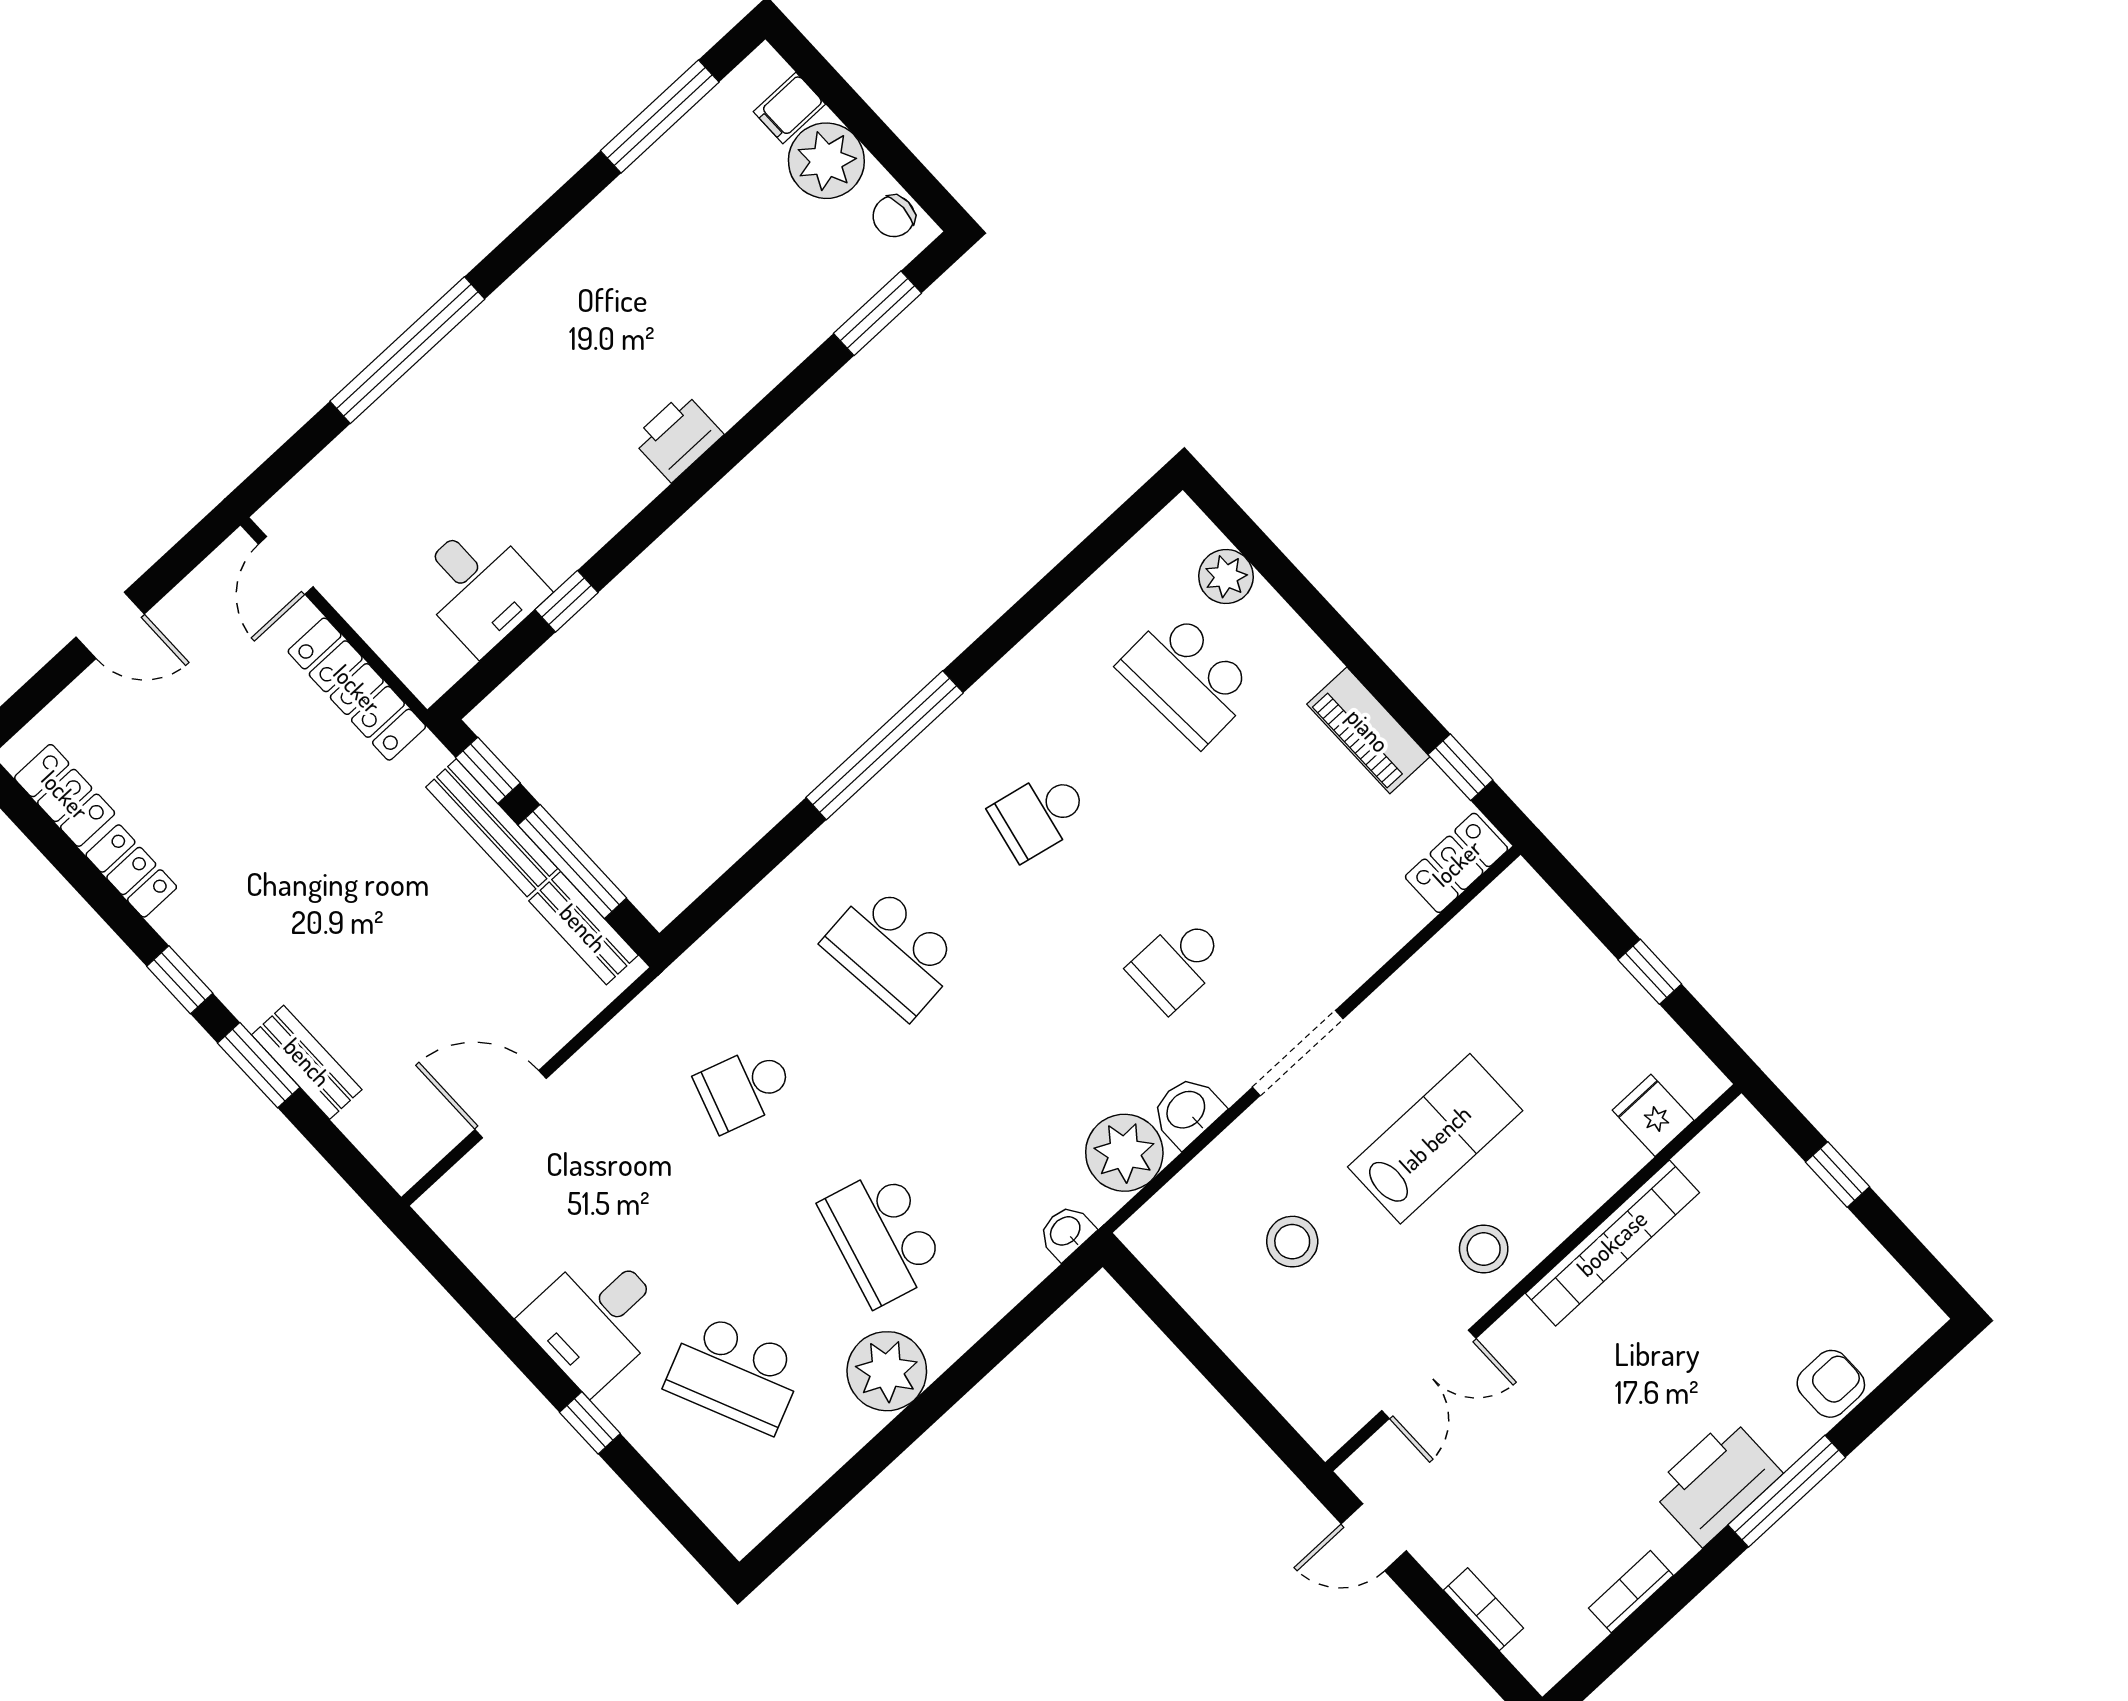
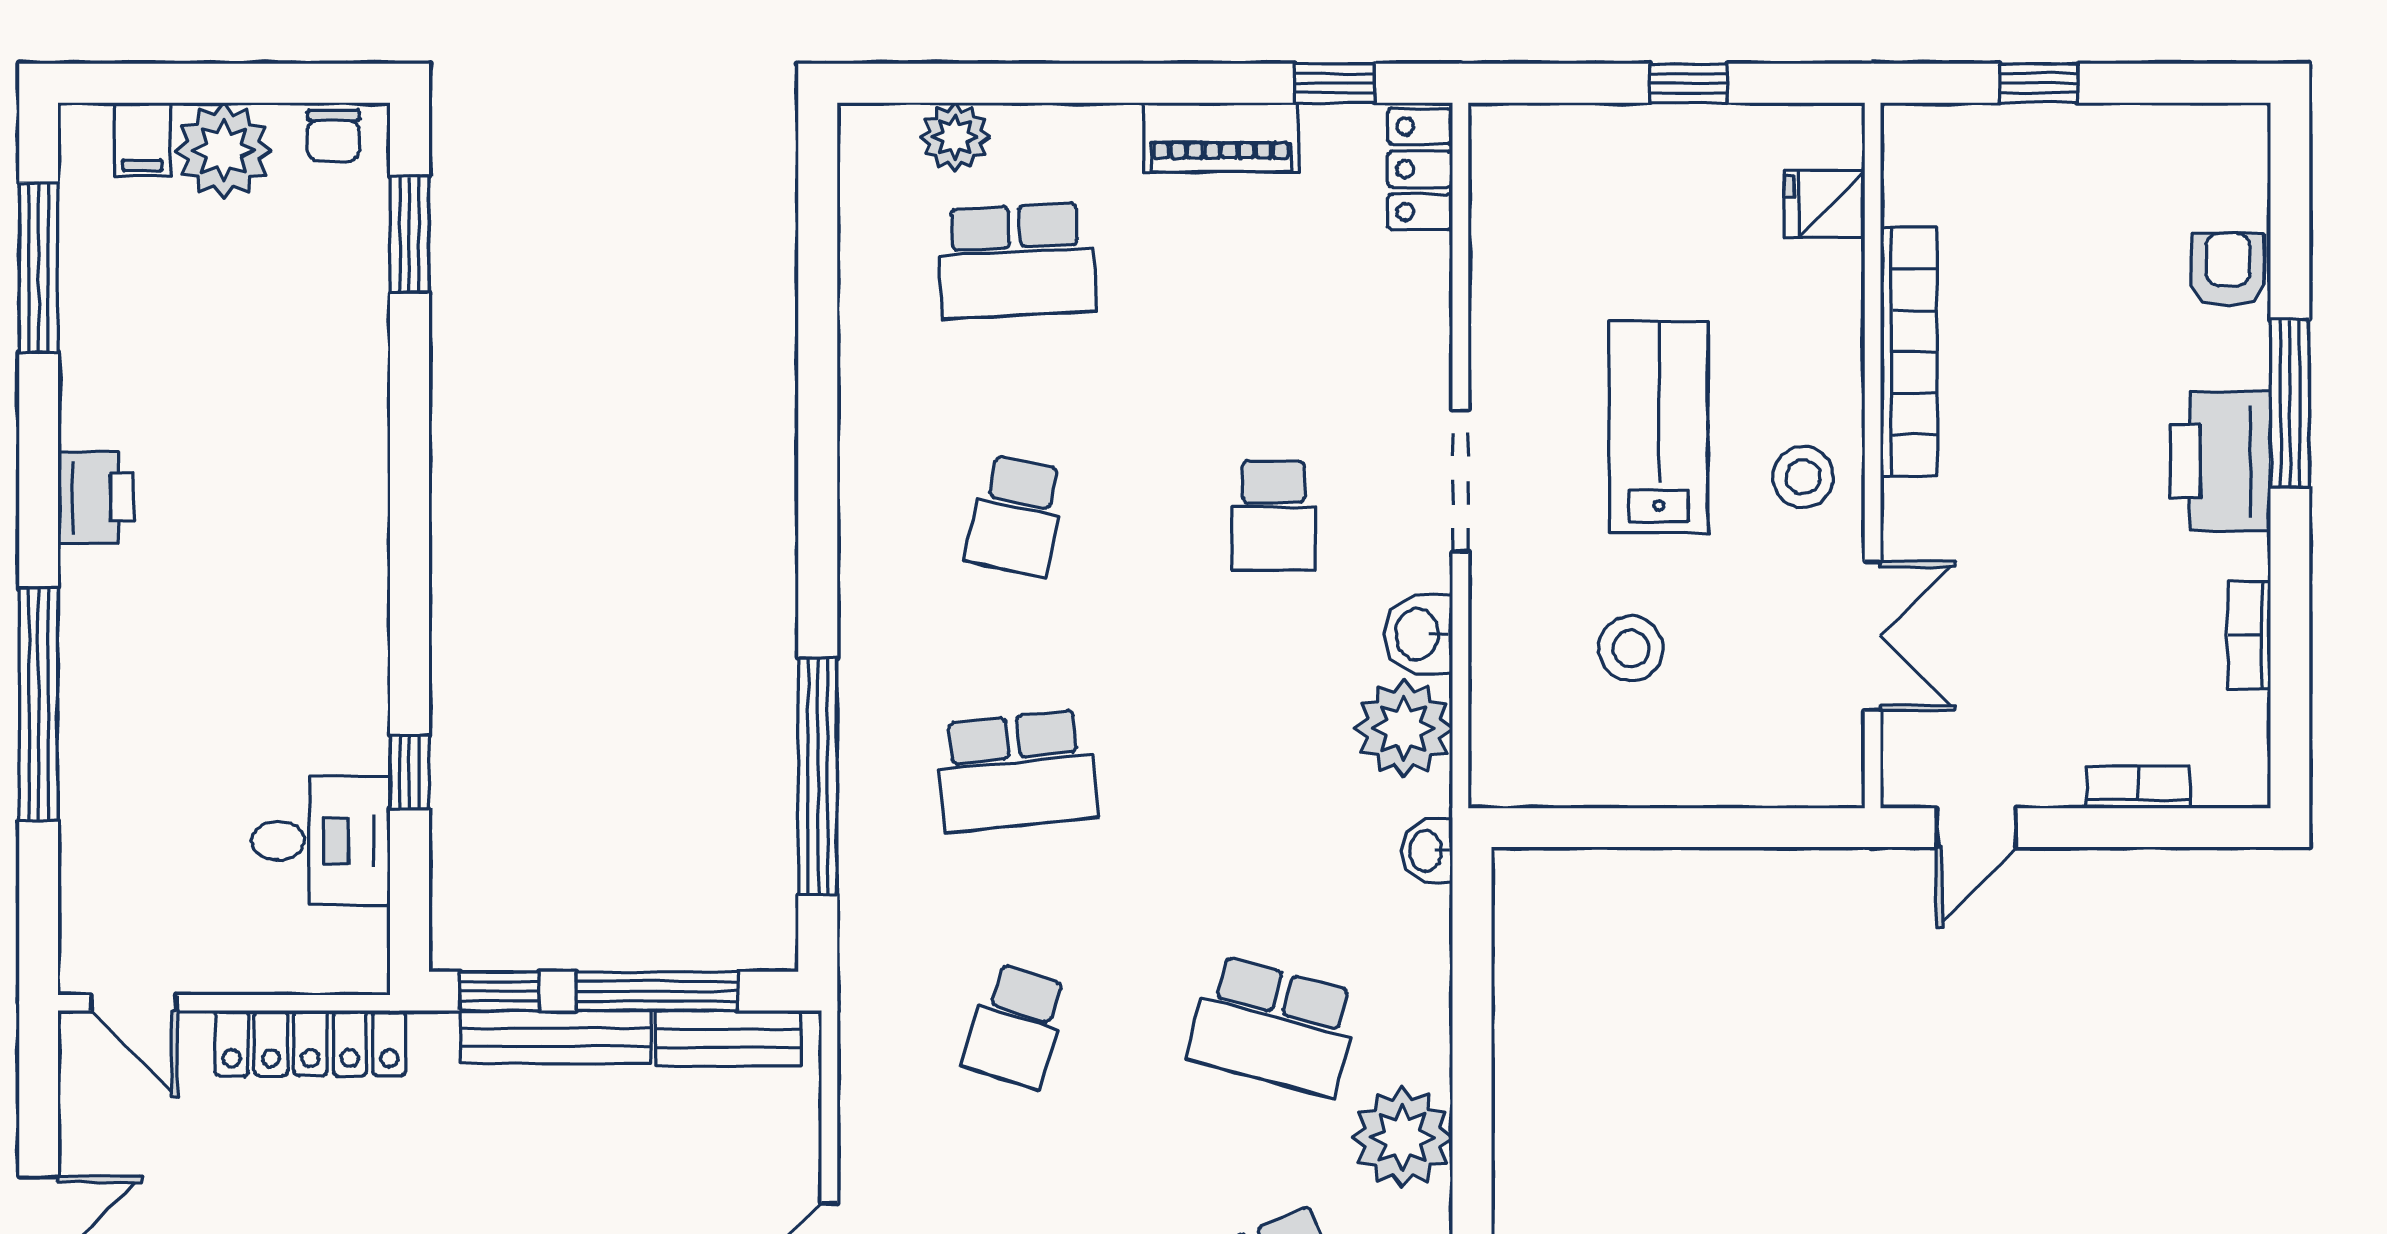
printer: (678, 437) -> (96, 498), moved, turned 180
window: (885, 745) -> (818, 776), moved

